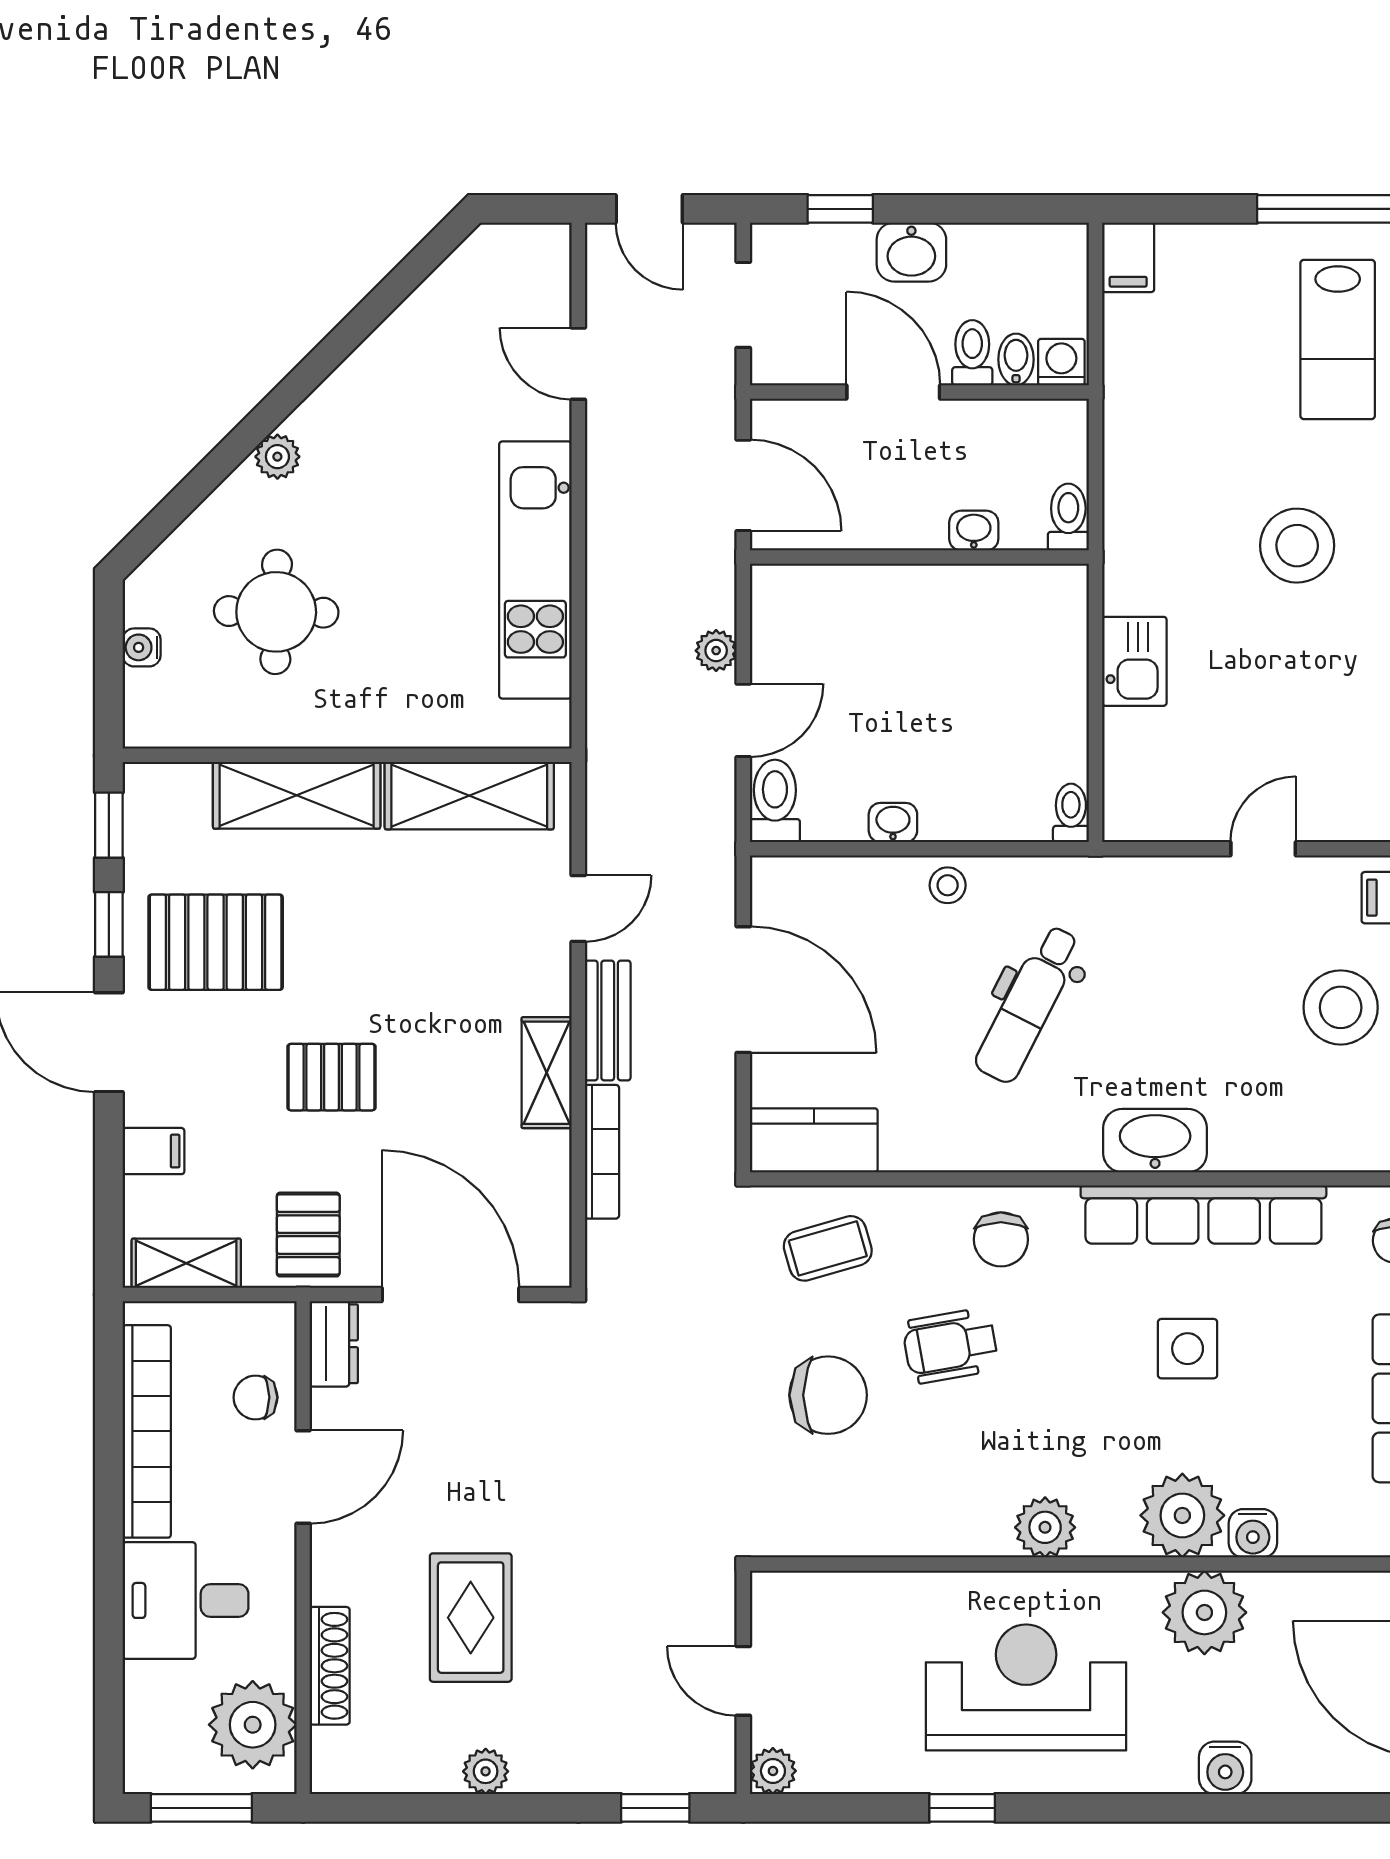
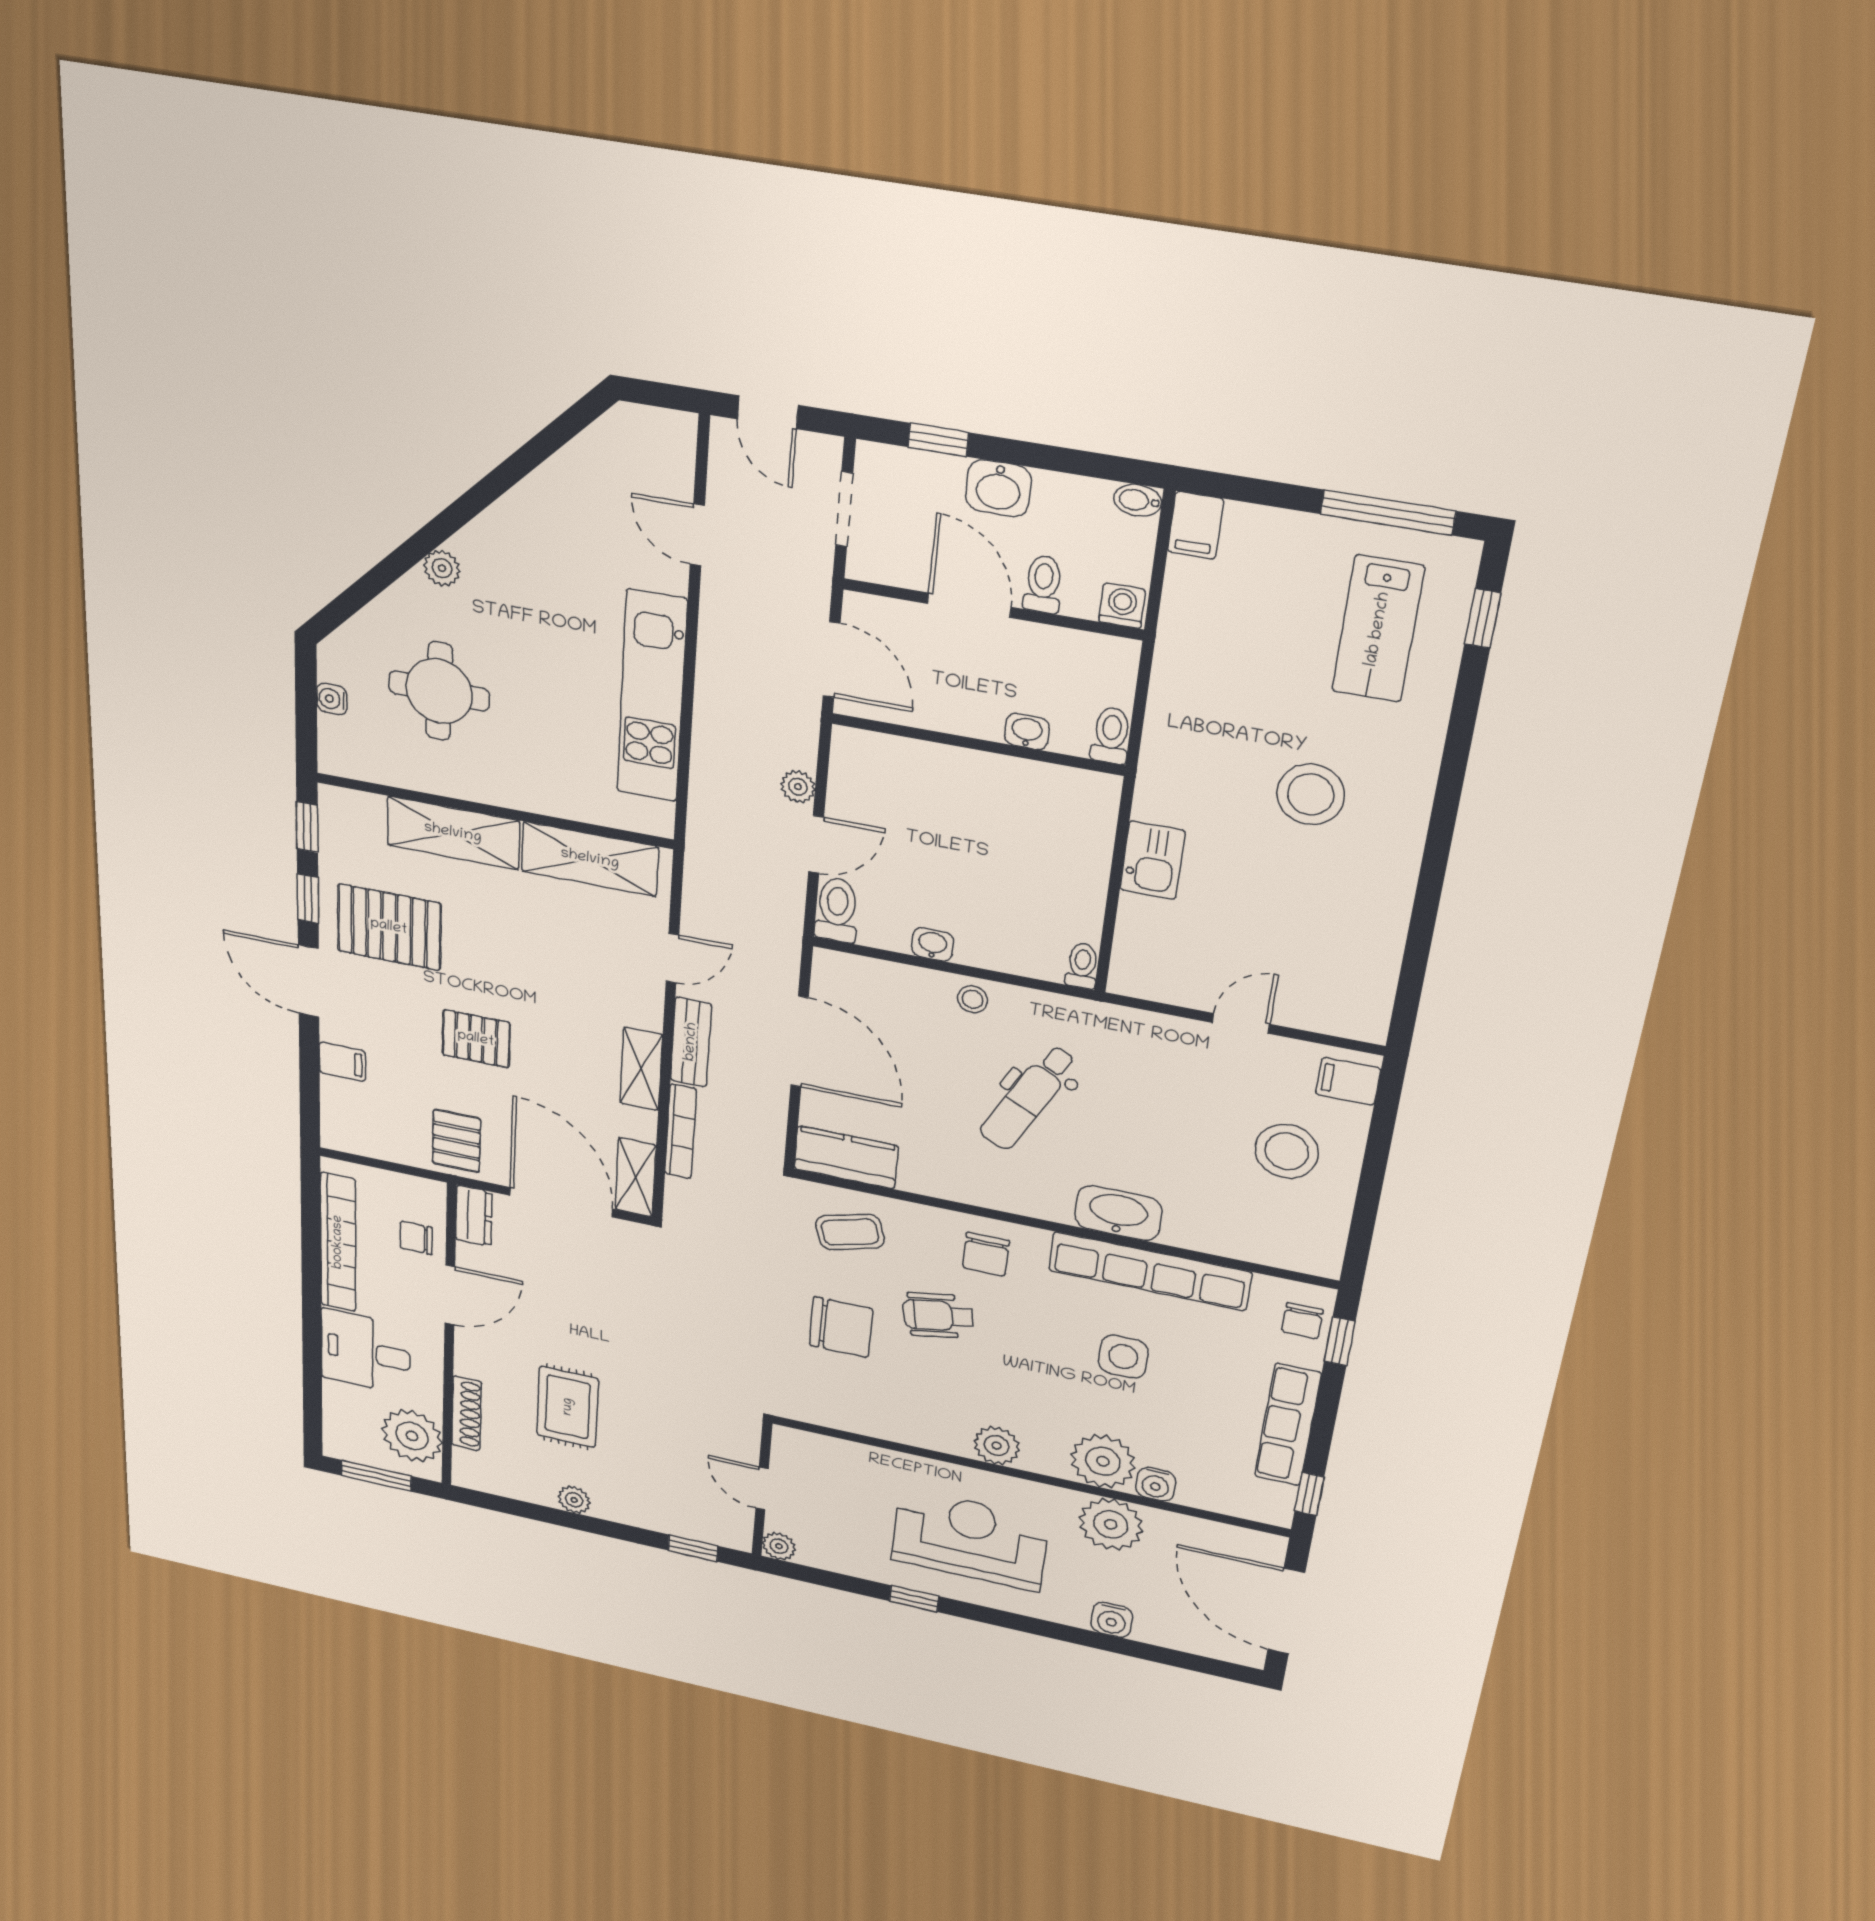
bidet: (1016, 359) -> (1138, 500), moved, turned -90
shelving: (186, 1263) -> (636, 1177), moved, turned 90

